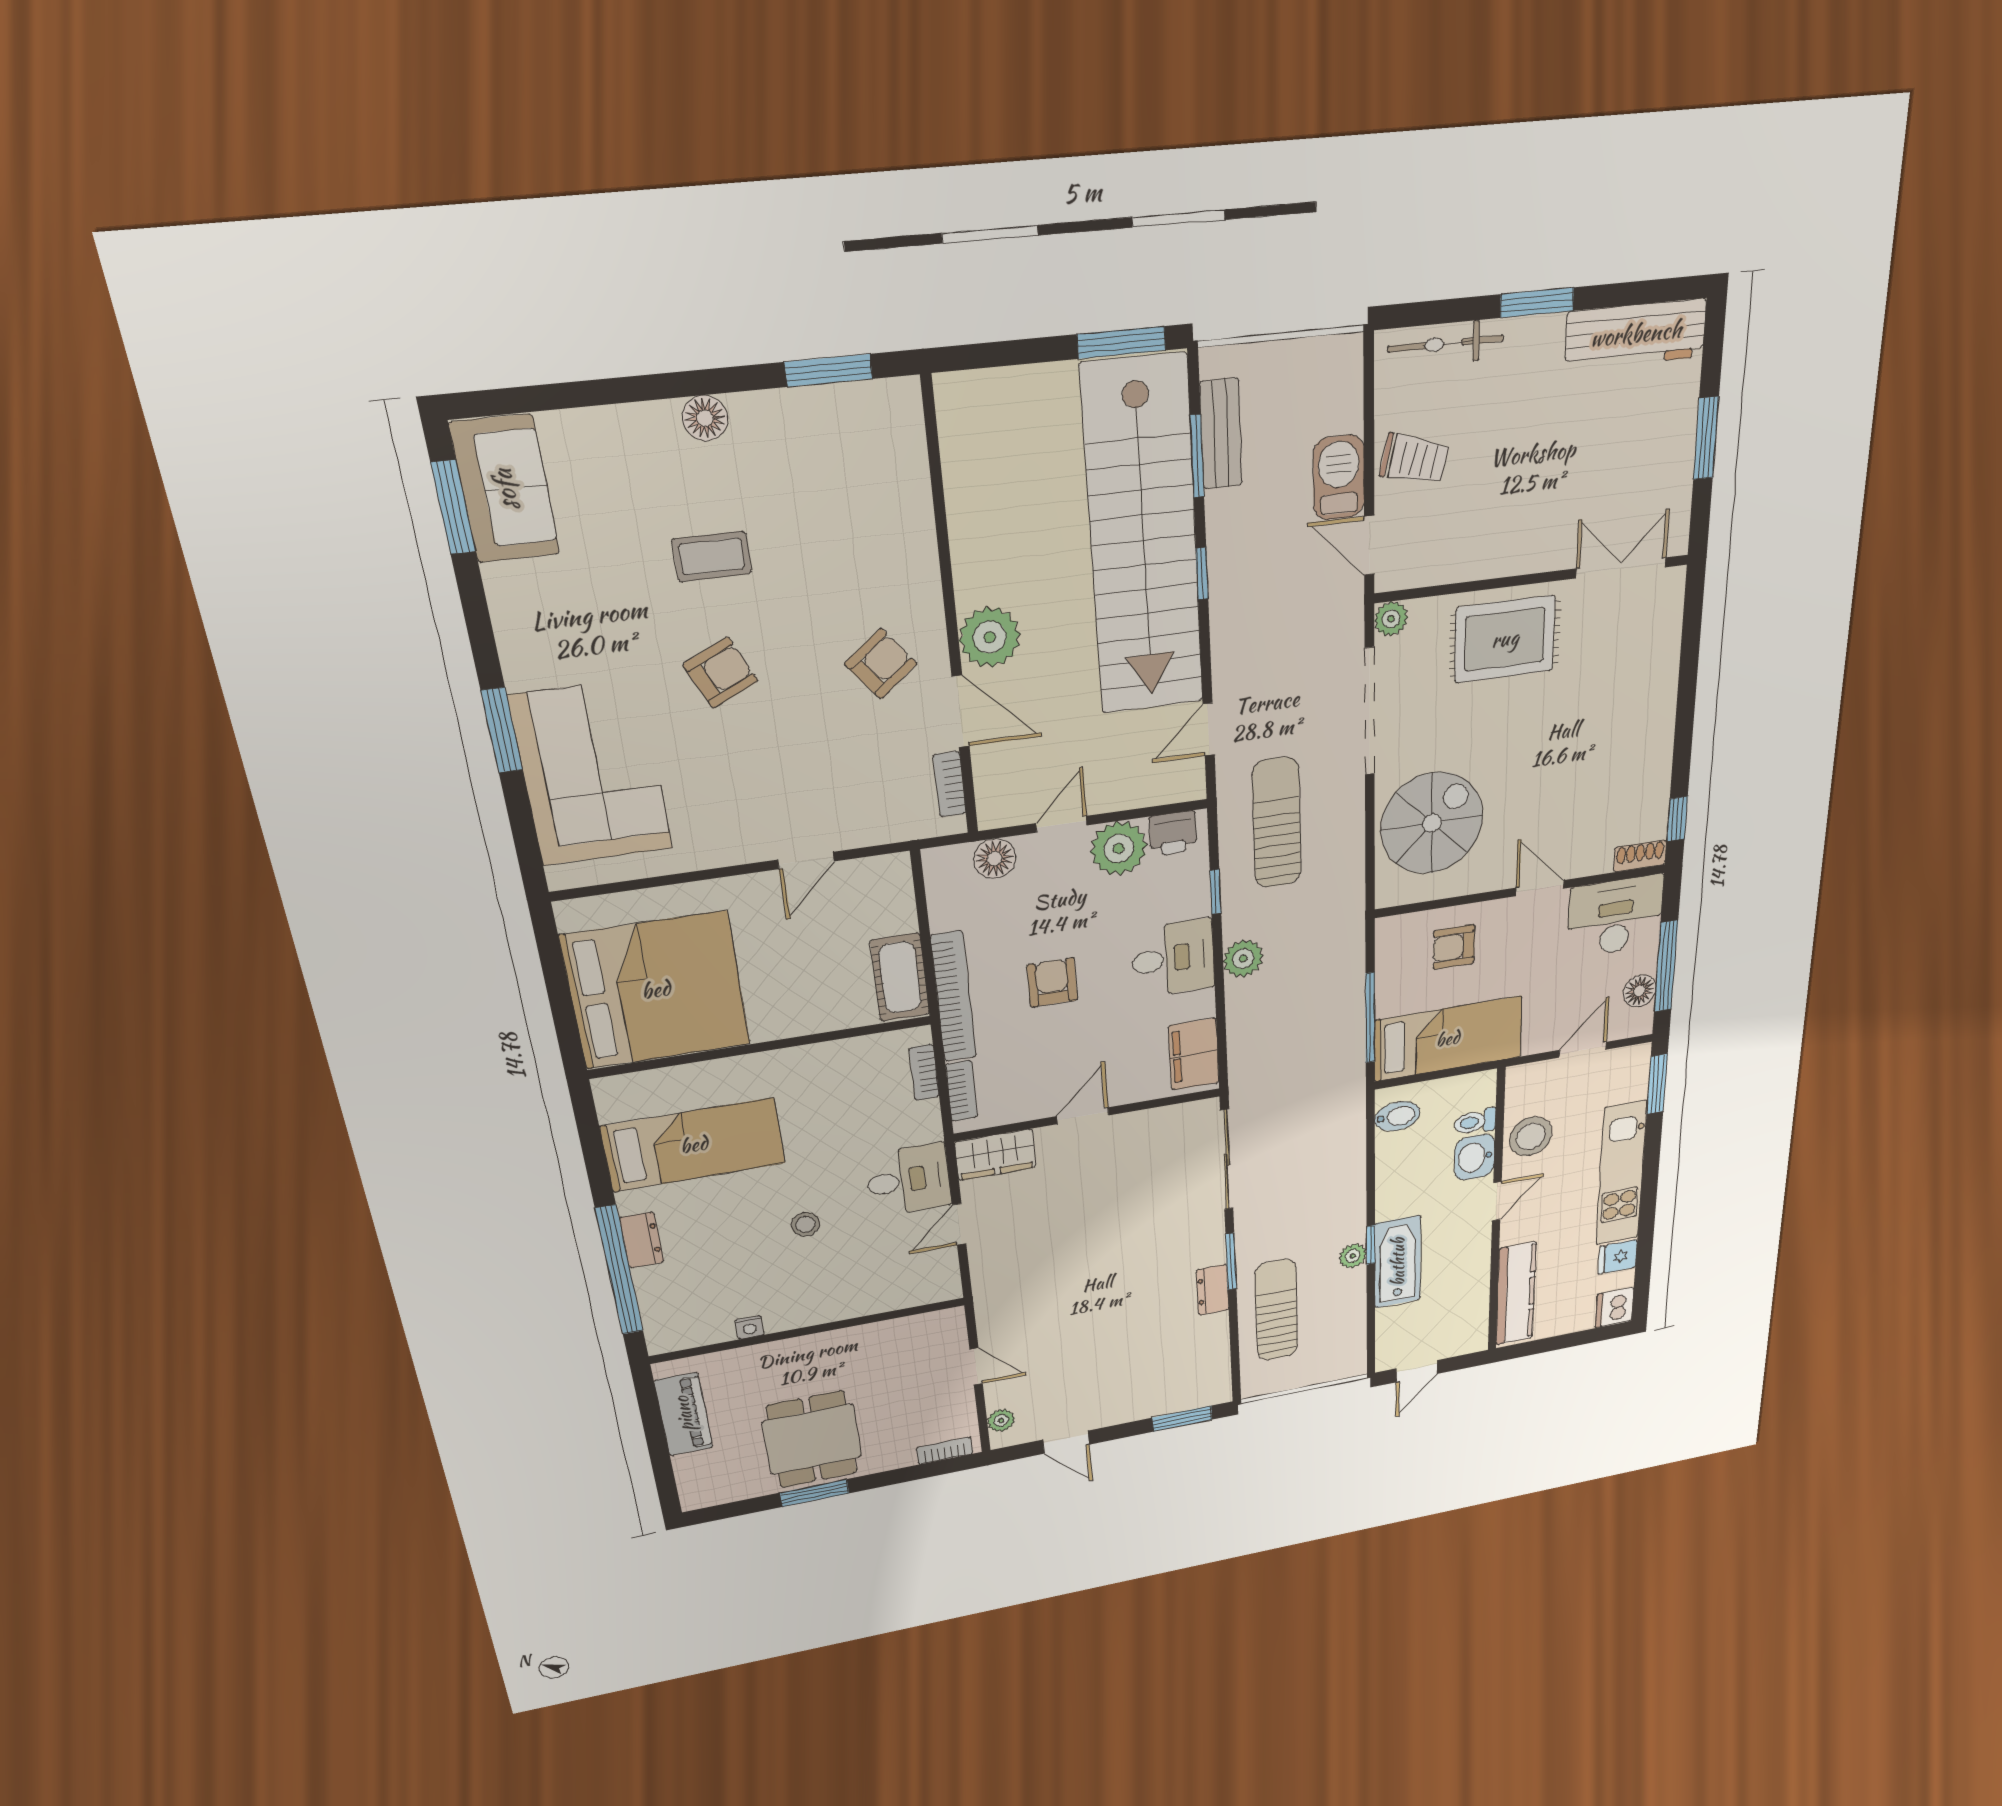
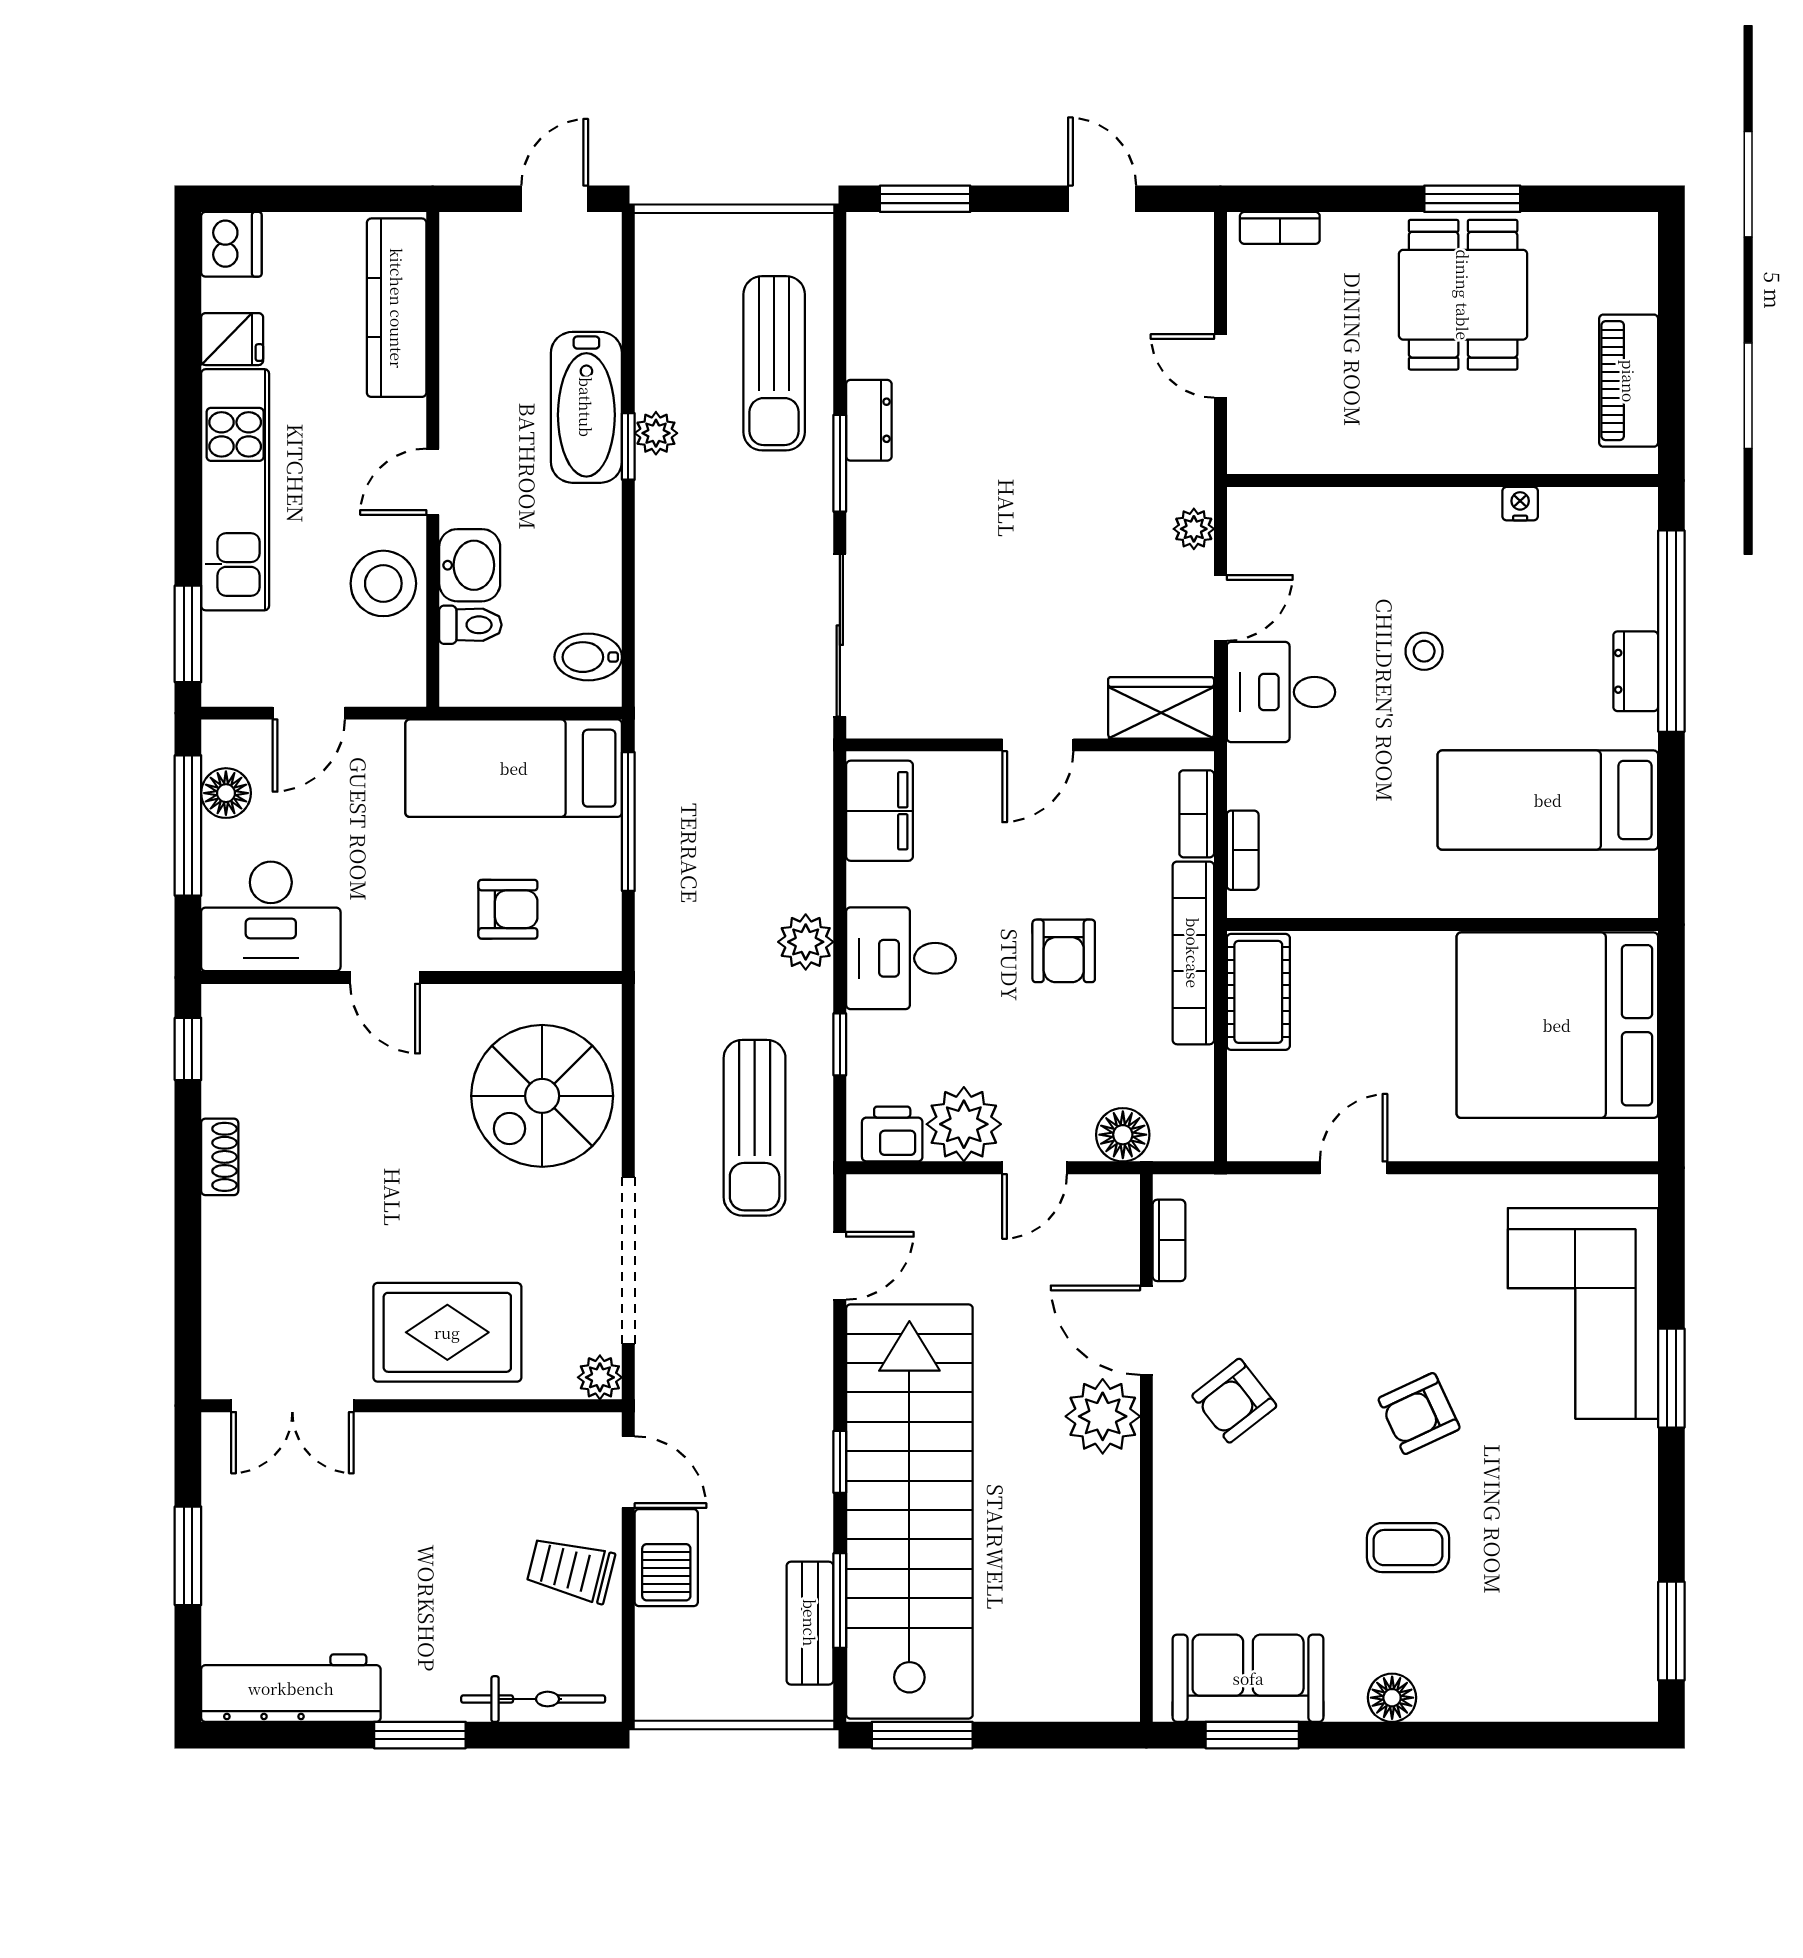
sofa: (505, 489) -> (1248, 1678), moved, turned 90
shoe rack: (1640, 856) -> (220, 1157), moved, turned -90
plant: (1001, 1420) -> (1194, 529), moved

